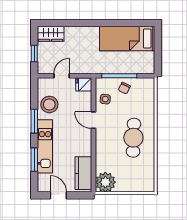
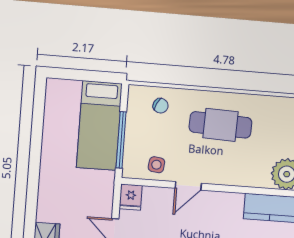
bed: (127, 39) -> (99, 125), moved
chair: (124, 88) -> (161, 106), moved

